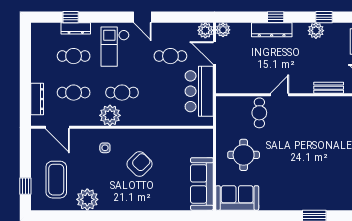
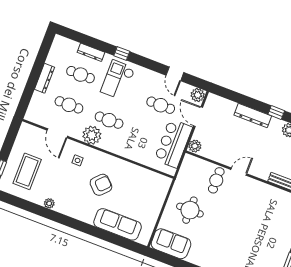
window: (71, 17) -> (122, 54), moved
door: (142, 17) -> (175, 74), moved
window: (276, 17) -> (276, 112), moved
plant: (223, 30) -> (195, 146), moved
dresser: (37, 99) -> (45, 78), moved
door: (57, 127) -> (57, 133), moved
sofa: (202, 184) -> (118, 224), moved, turned 90
plant: (87, 199) -> (49, 203), width x0.53, depth x0.53

